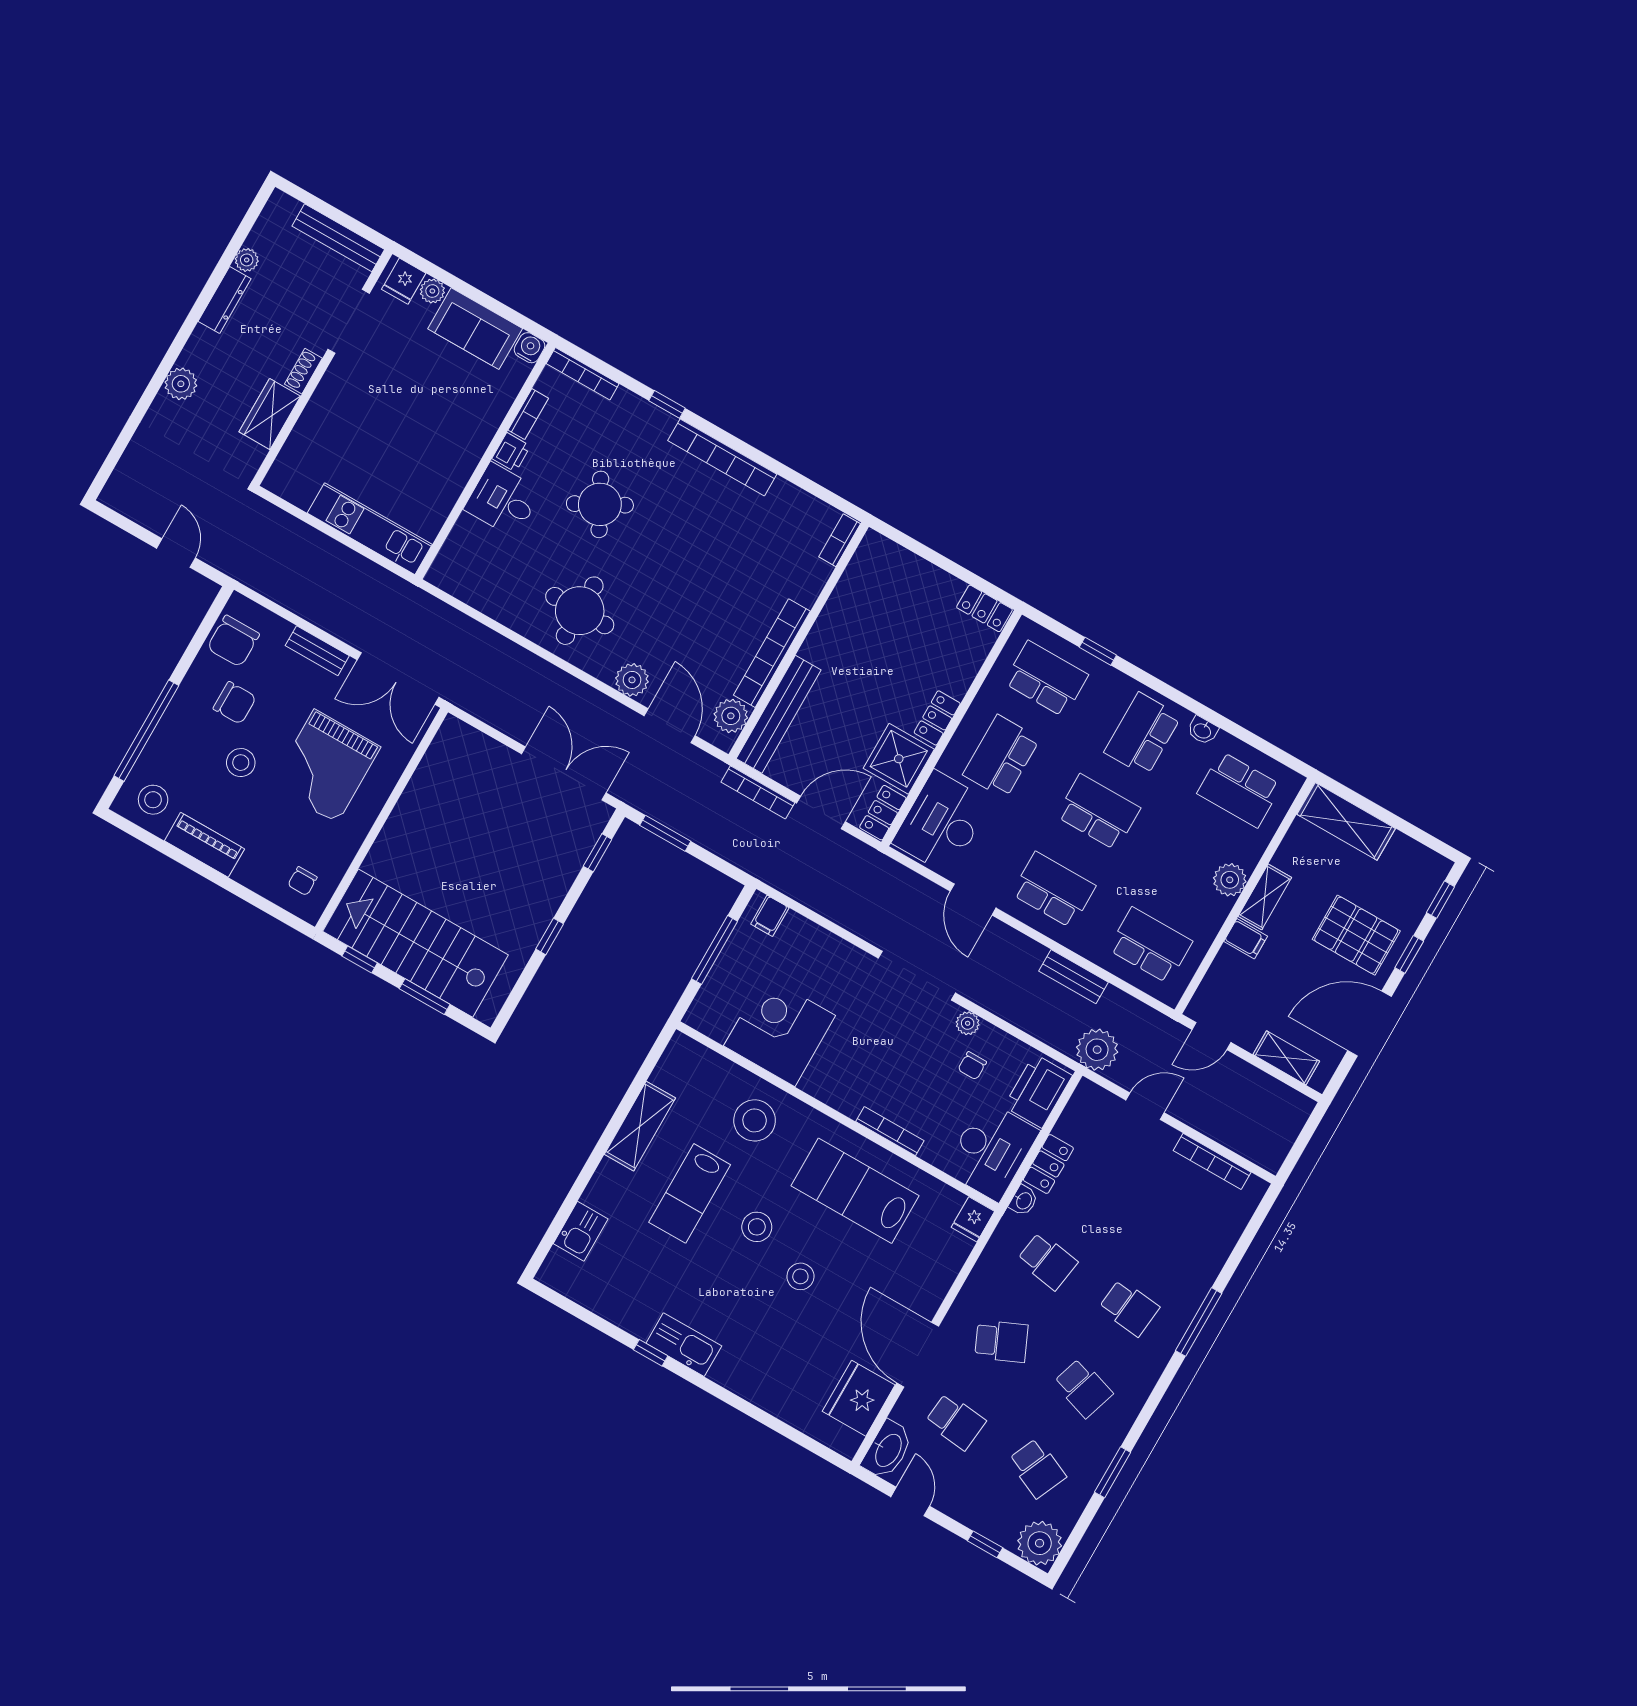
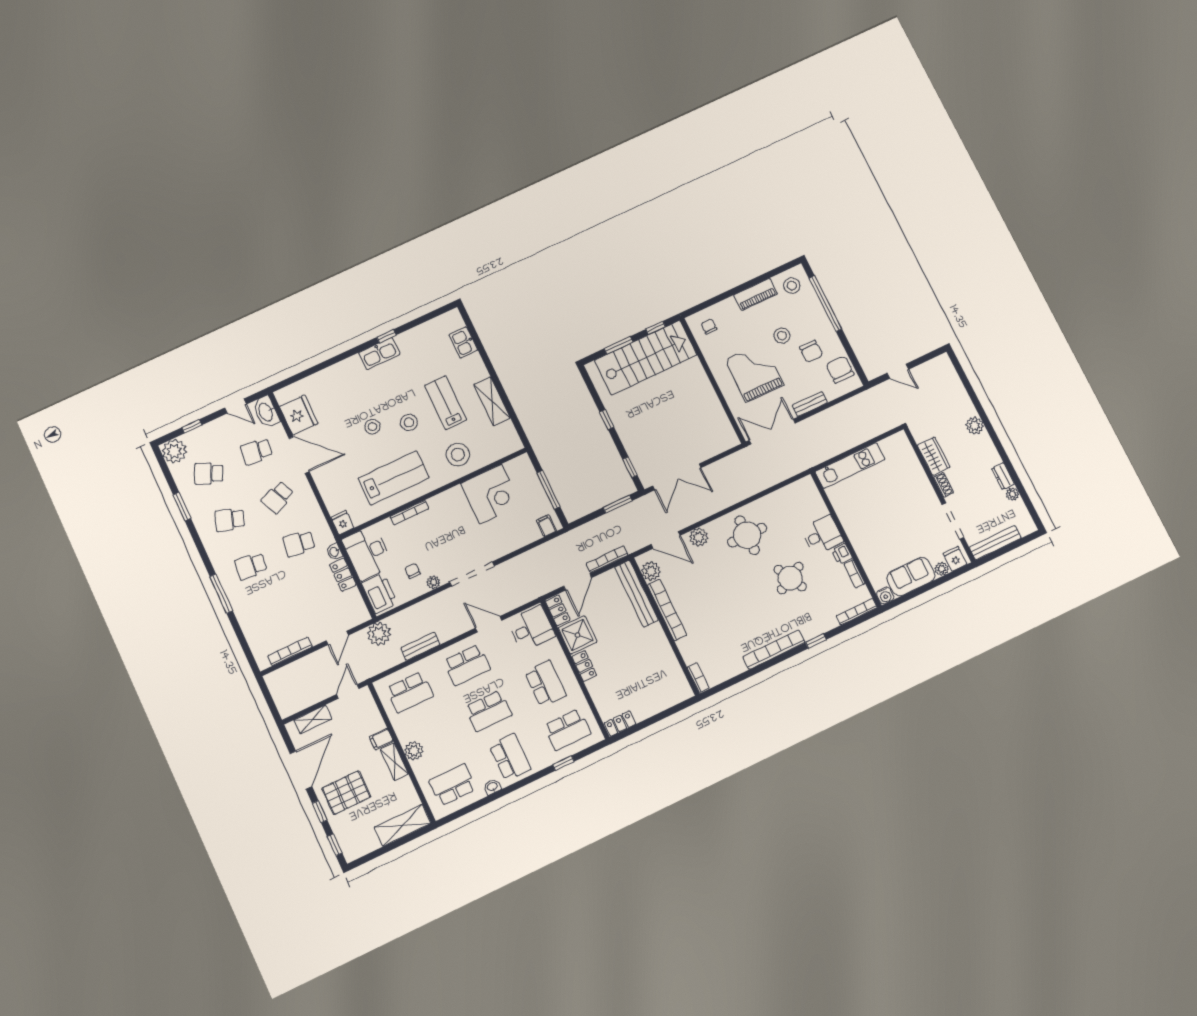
dresser: (225, 300) -> (1003, 476), width x0.70
chair: (235, 703) -> (811, 351), turned -90
desk: (942, 823) -> (531, 628), width x0.73

